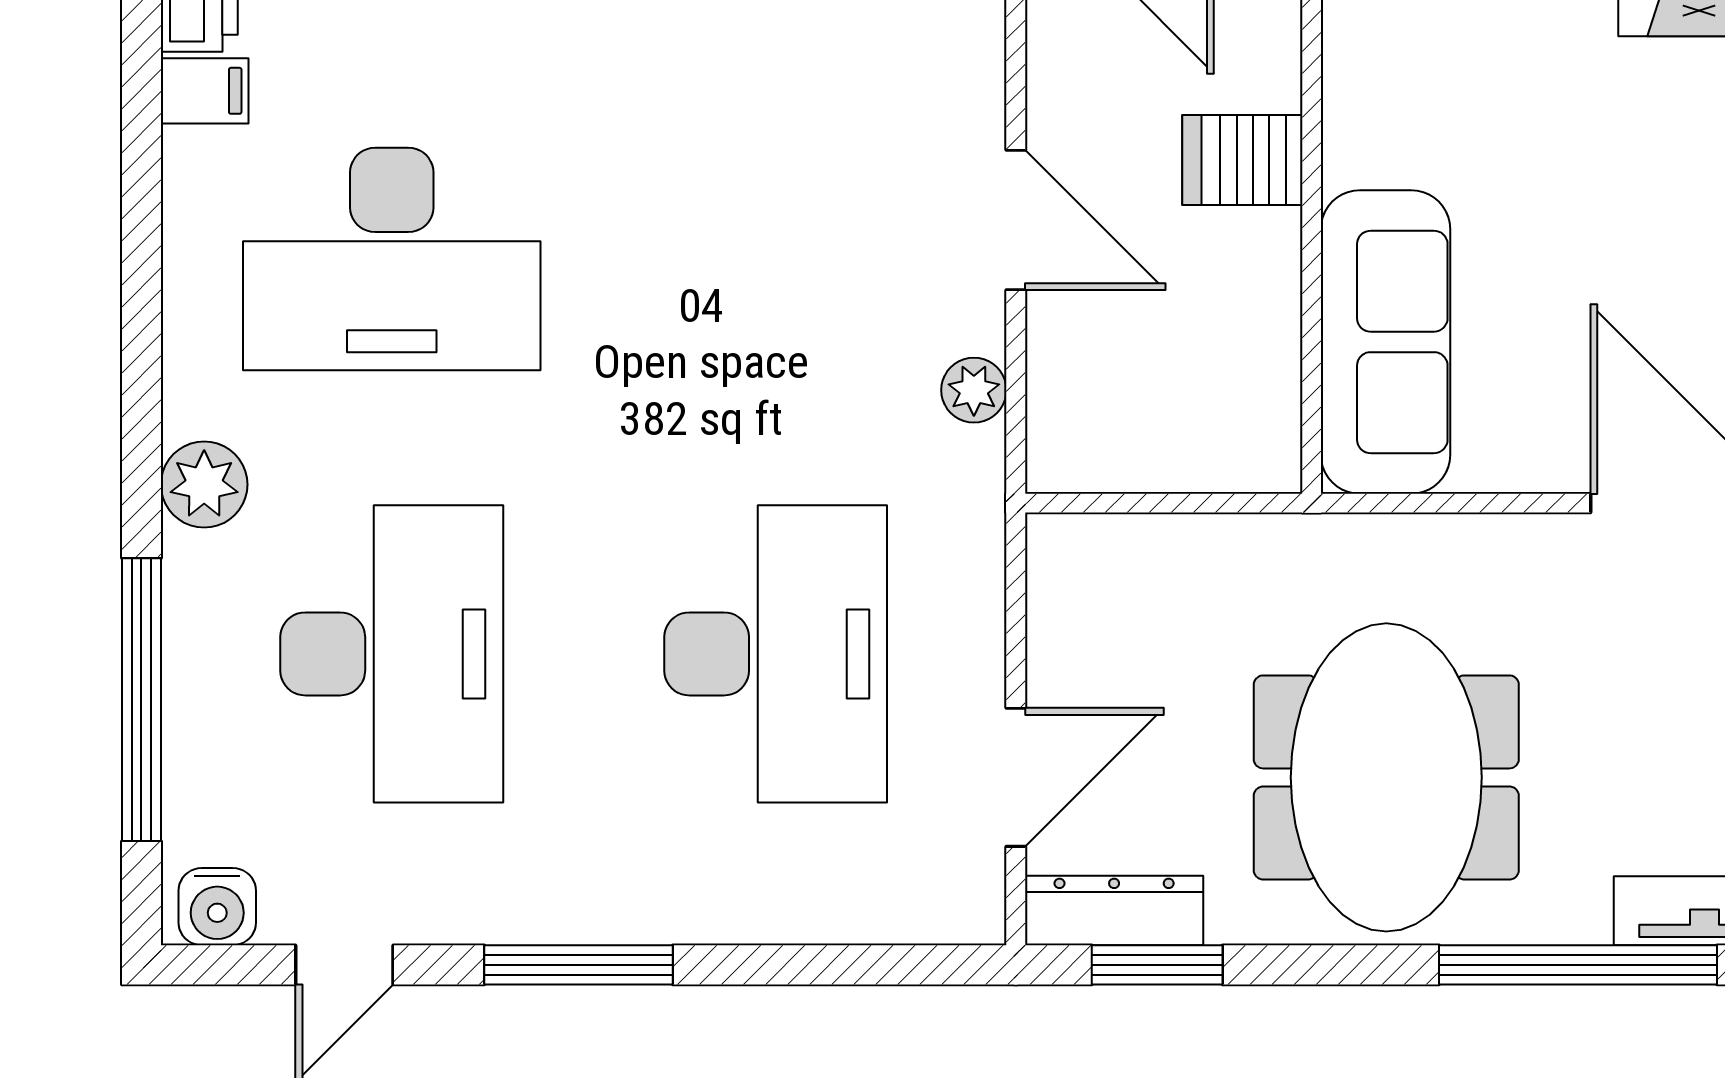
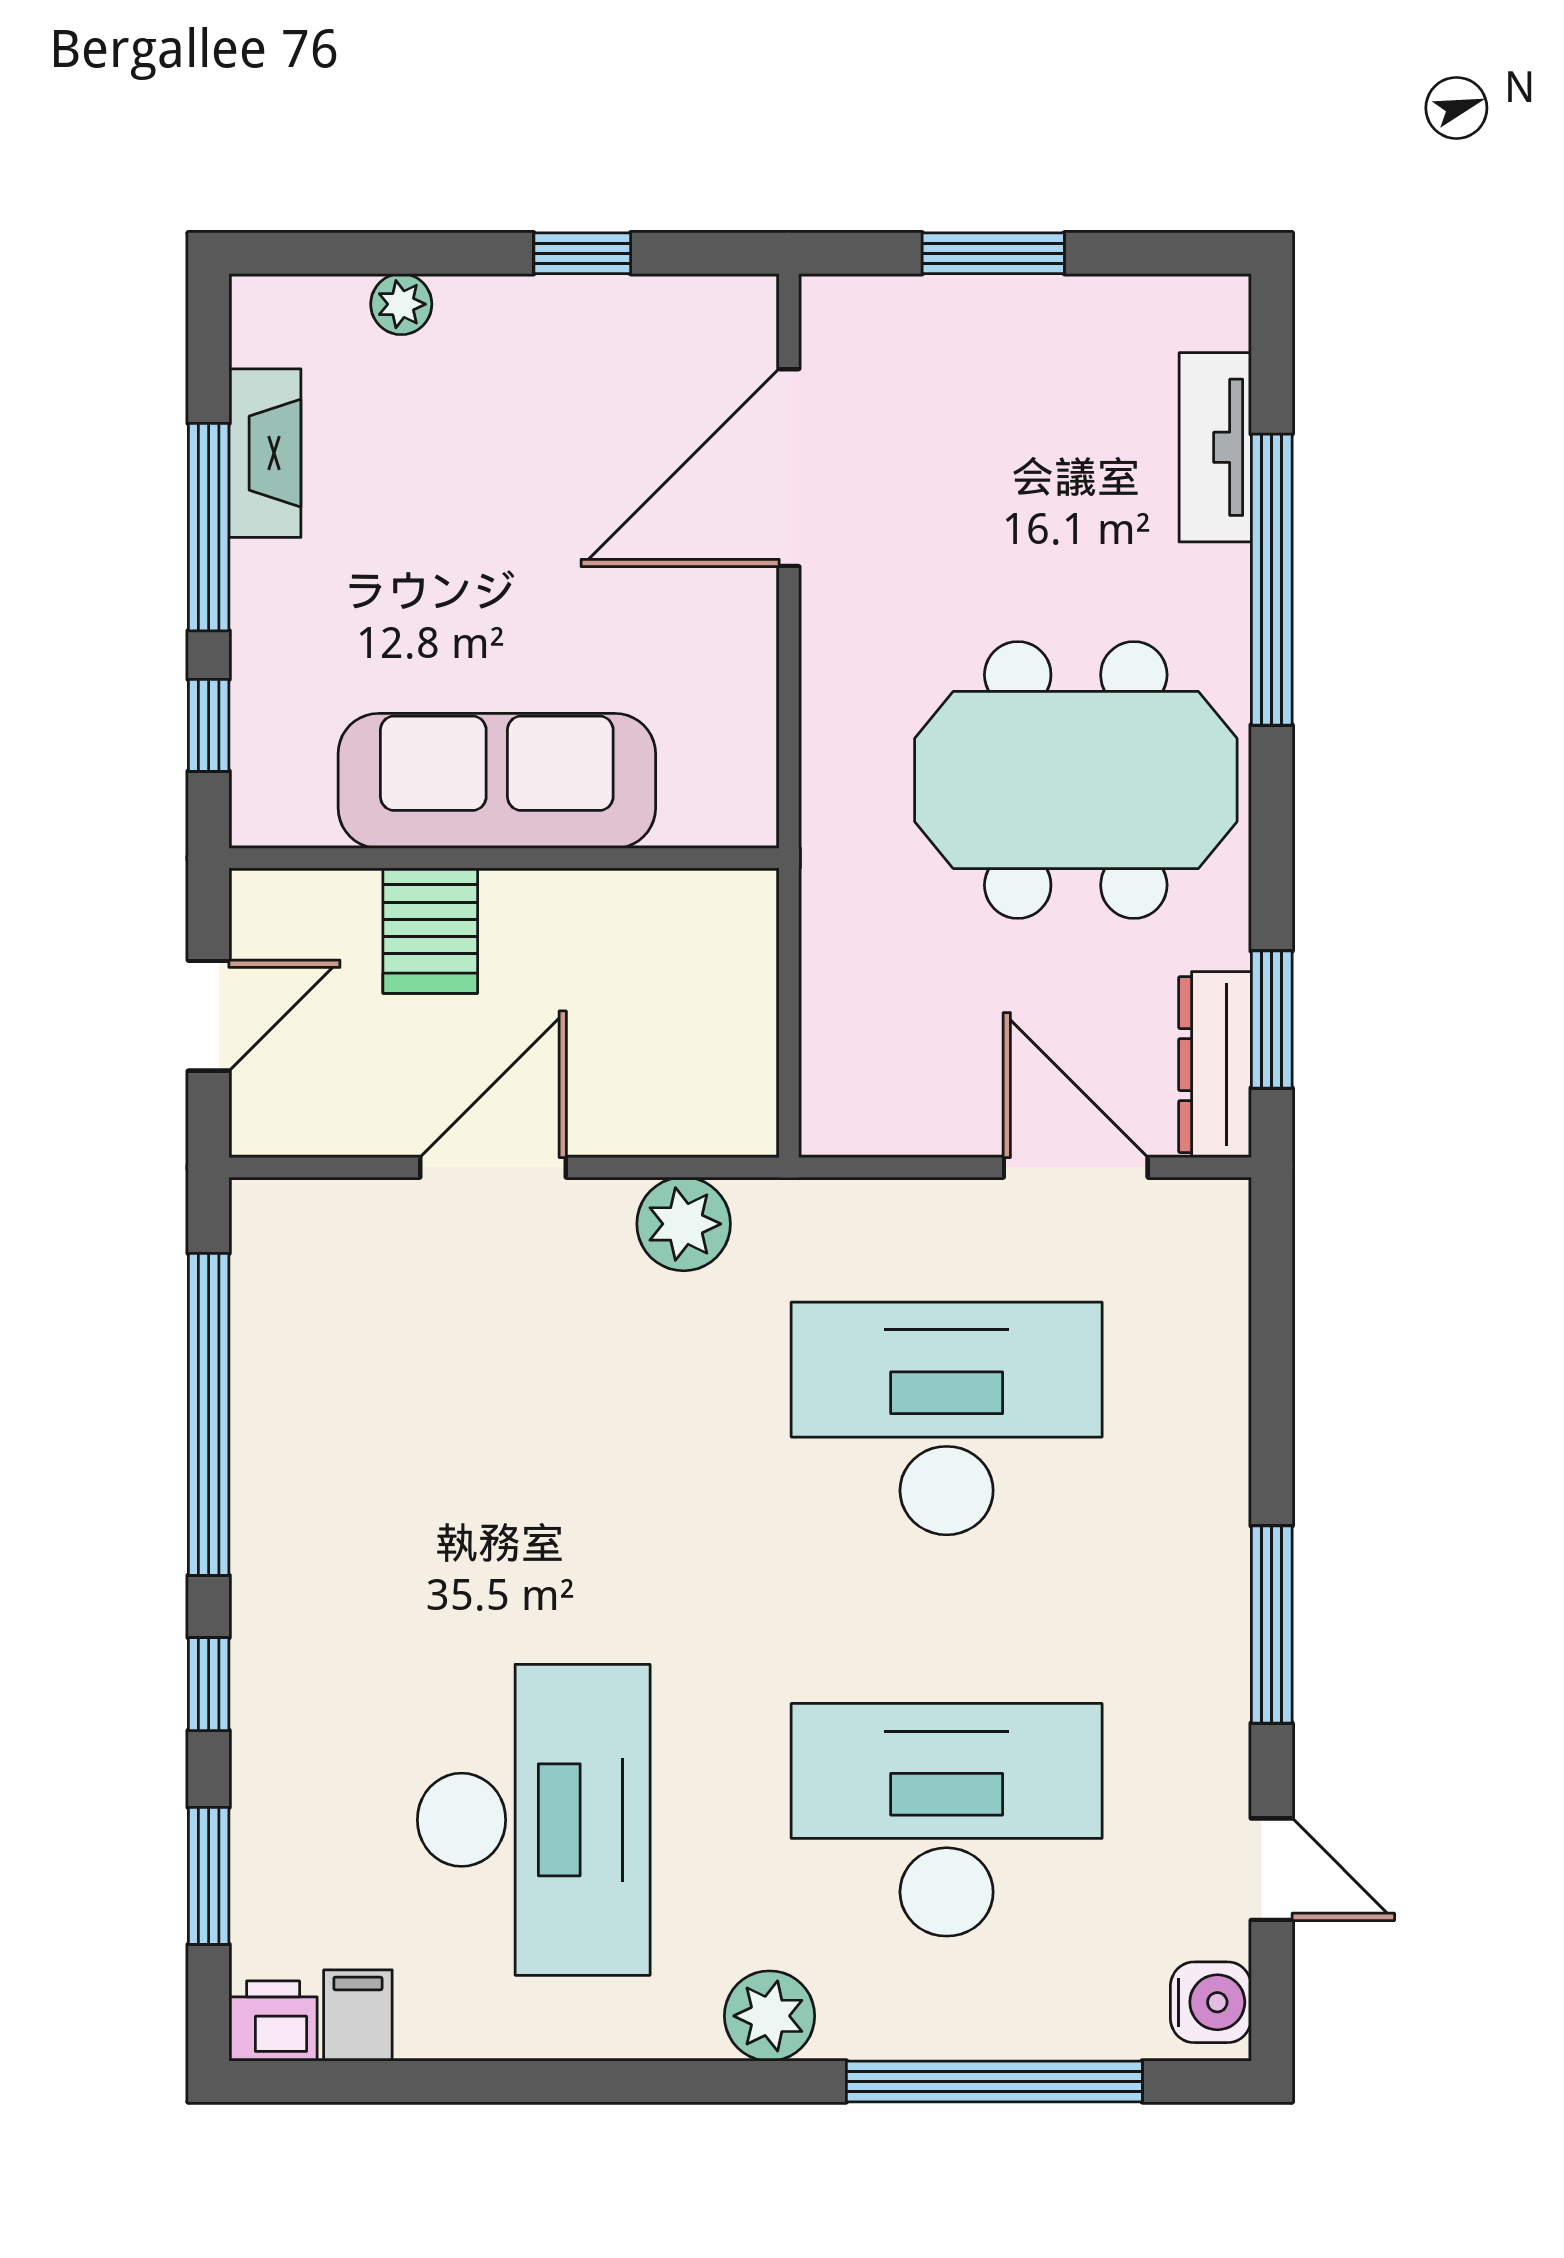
sofa: (1386, 342) -> (497, 781), moved
plant: (974, 390) -> (684, 1224), width x1.38, depth x1.38

